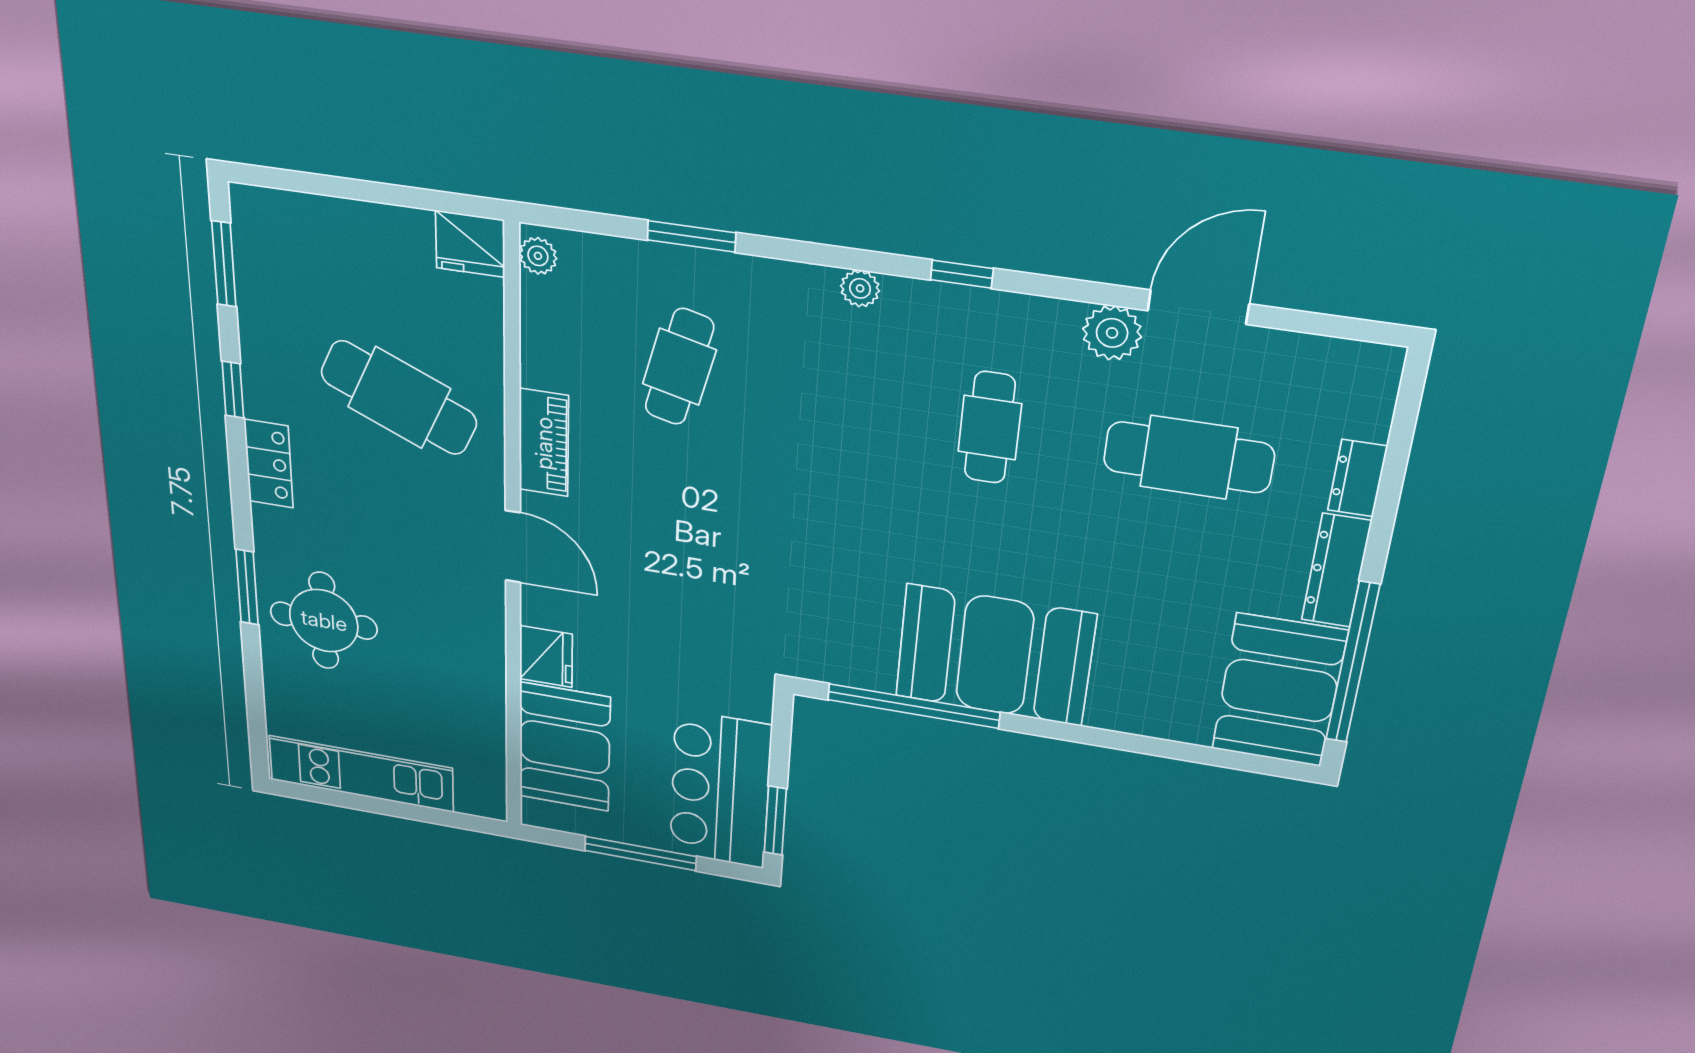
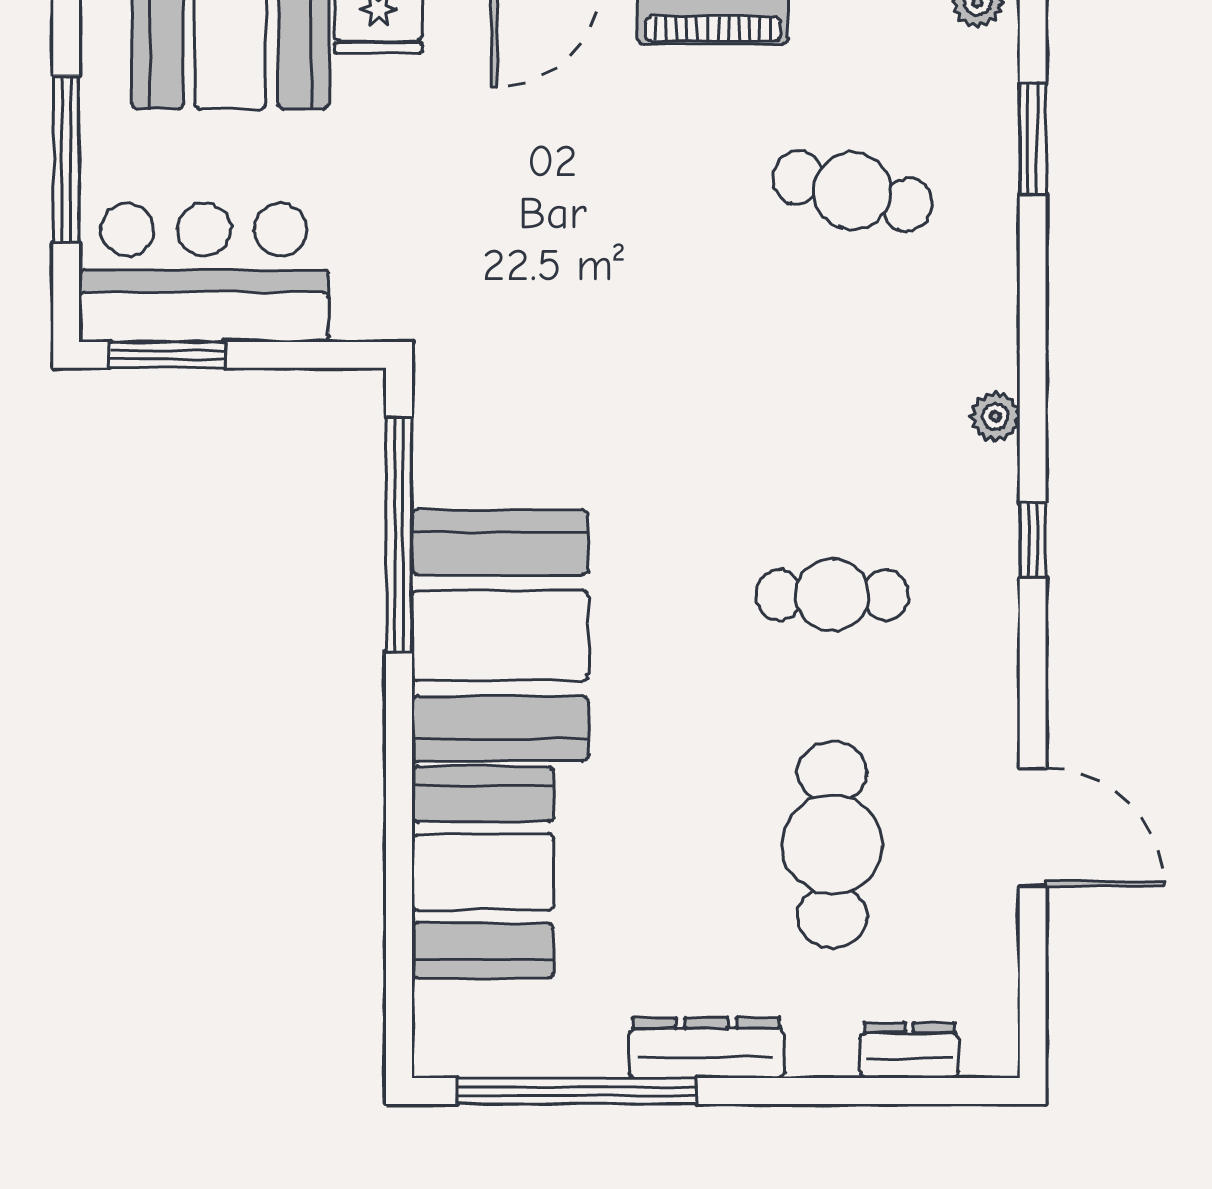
window: (691, 236) -> (1033, 139), moved
plant: (1112, 333) -> (984, 730), removed
dresser: (1358, 478) -> (909, 1050), moved
booth: (1279, 690) -> (483, 872), moved, turned 90

